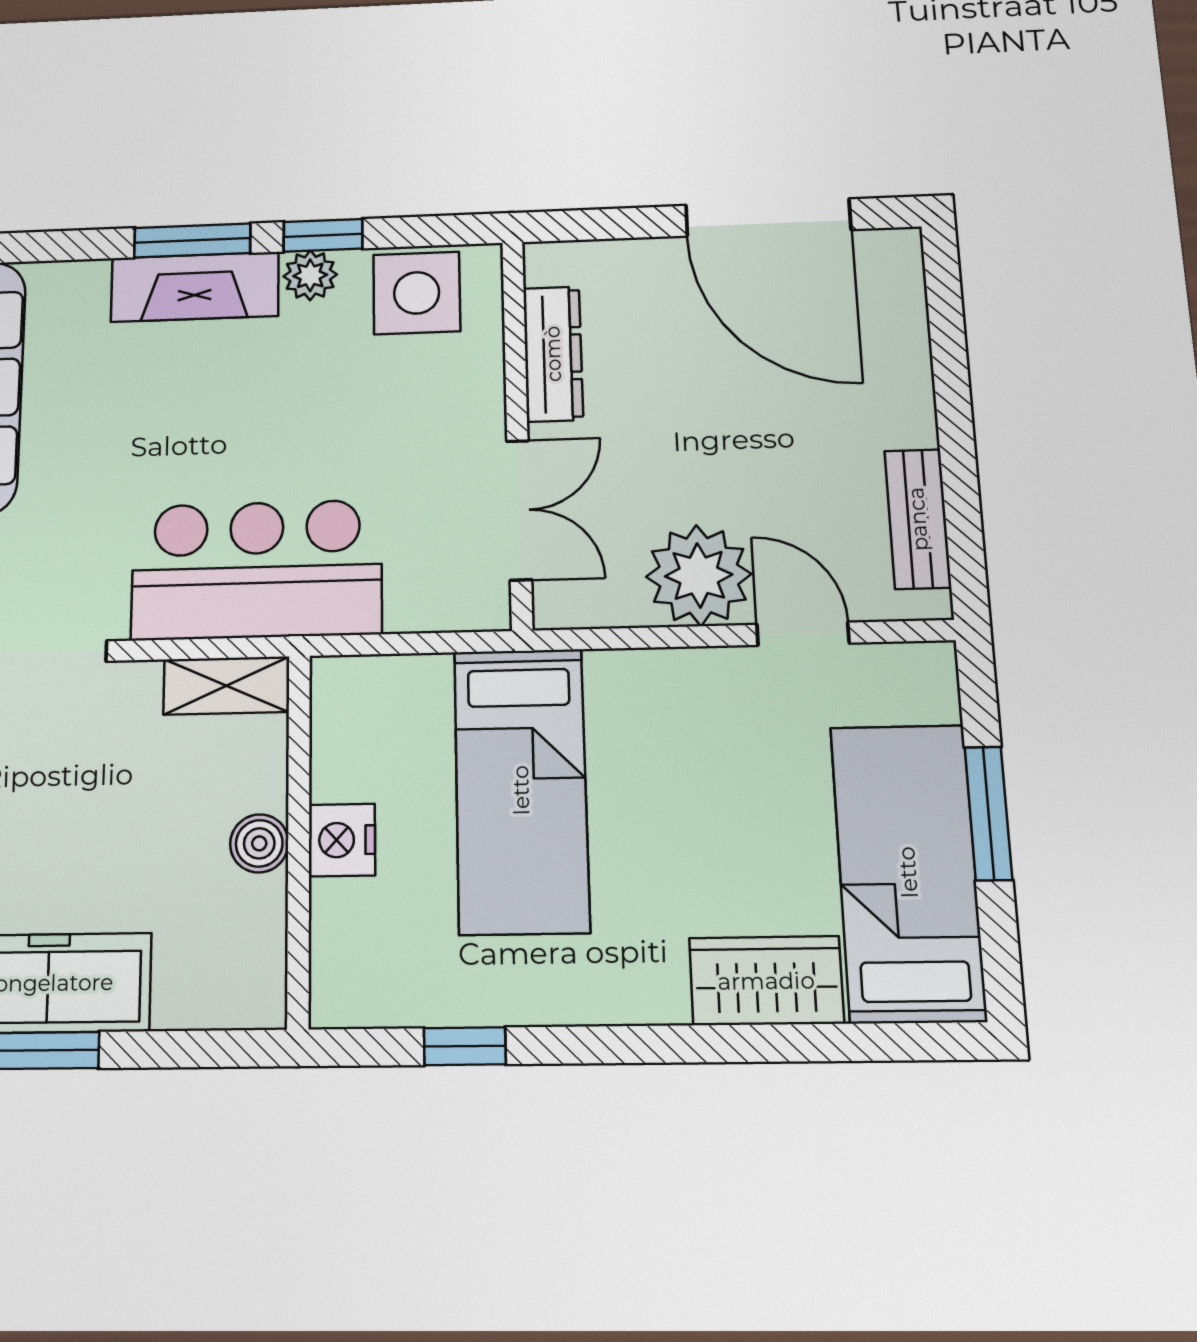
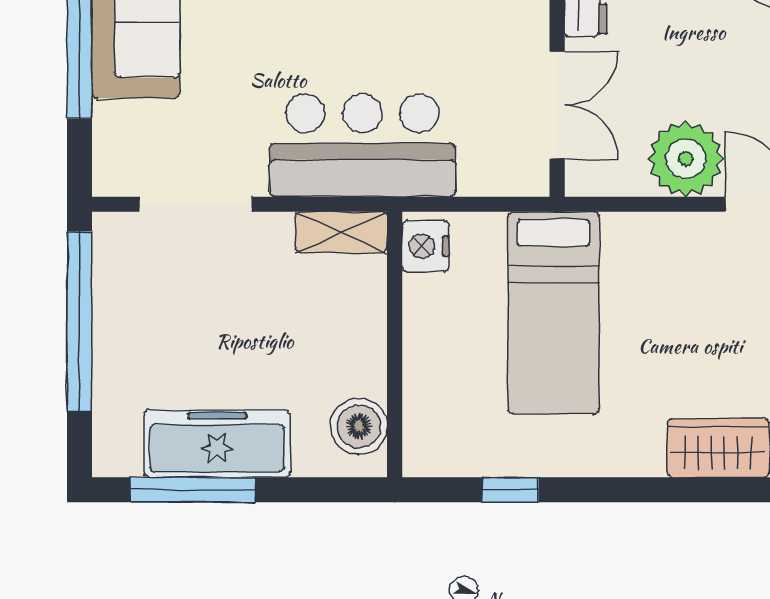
nightstand: (342, 840) -> (426, 246), moved
boiler: (259, 843) -> (359, 426), moved, width x1.36, depth x1.36

